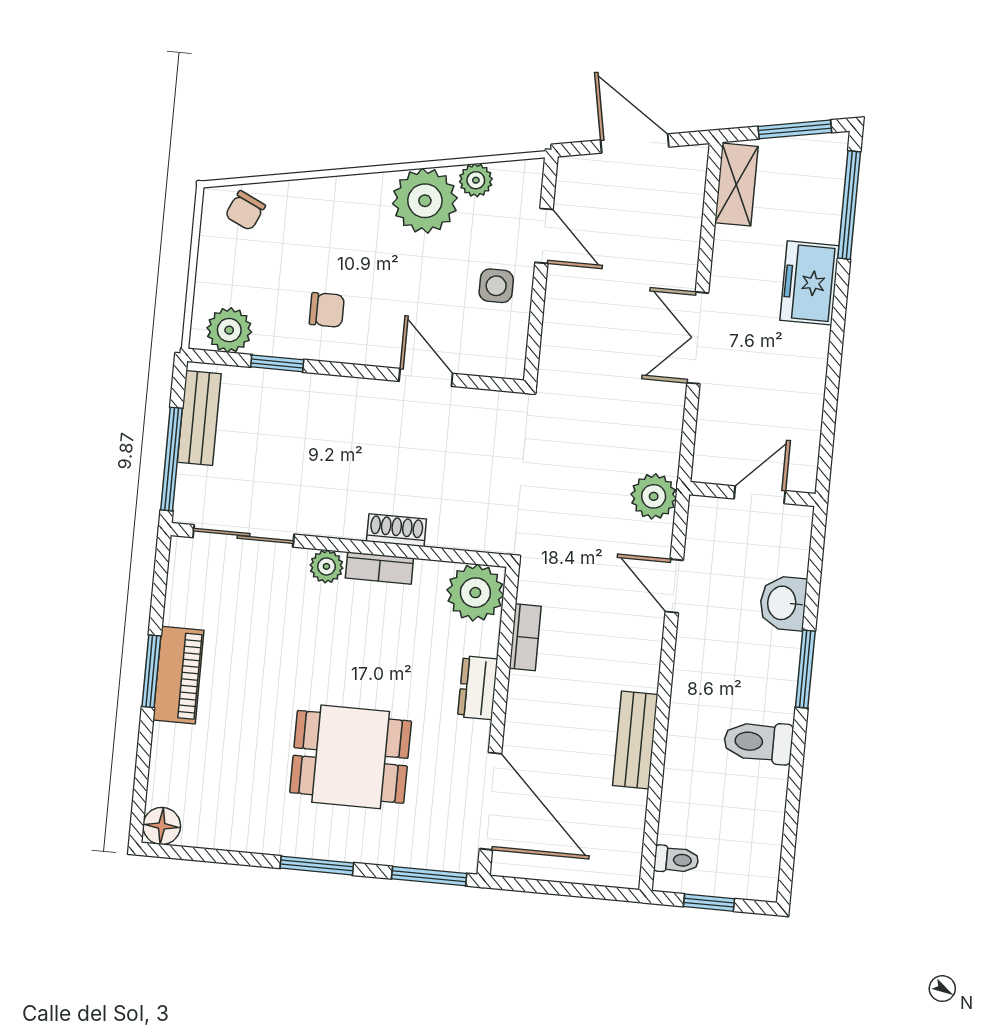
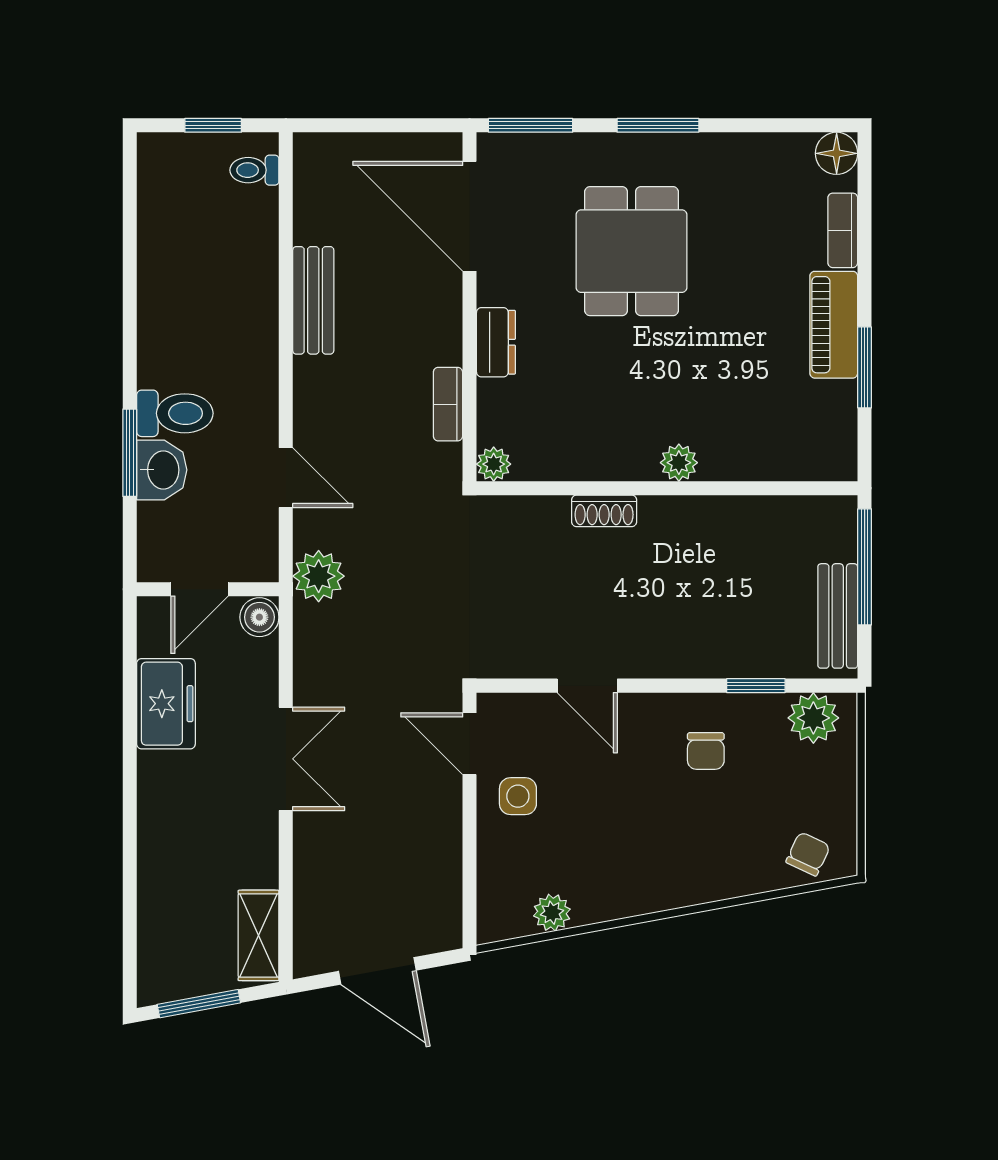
plant: (425, 201) -> (607, 884), removed
window: (849, 205) -> (130, 924), removed
door: (544, 236) -> (470, 744), moved
freezer: (810, 283) -> (166, 704), moved
chair: (327, 310) -> (706, 751), turned -90
boiler: (709, 465) -> (259, 617), added
sliding door: (243, 536) -> (775, 488), removed
bookcase: (379, 568) -> (843, 230), moved, turned -90
plant: (475, 593) -> (494, 464), width x0.53, depth x0.53
window: (805, 669) -> (130, 453), moved
window: (151, 671) -> (865, 367), moved
toilet: (758, 742) -> (175, 413), moved
dining table: (351, 757) -> (632, 251), turned 90

